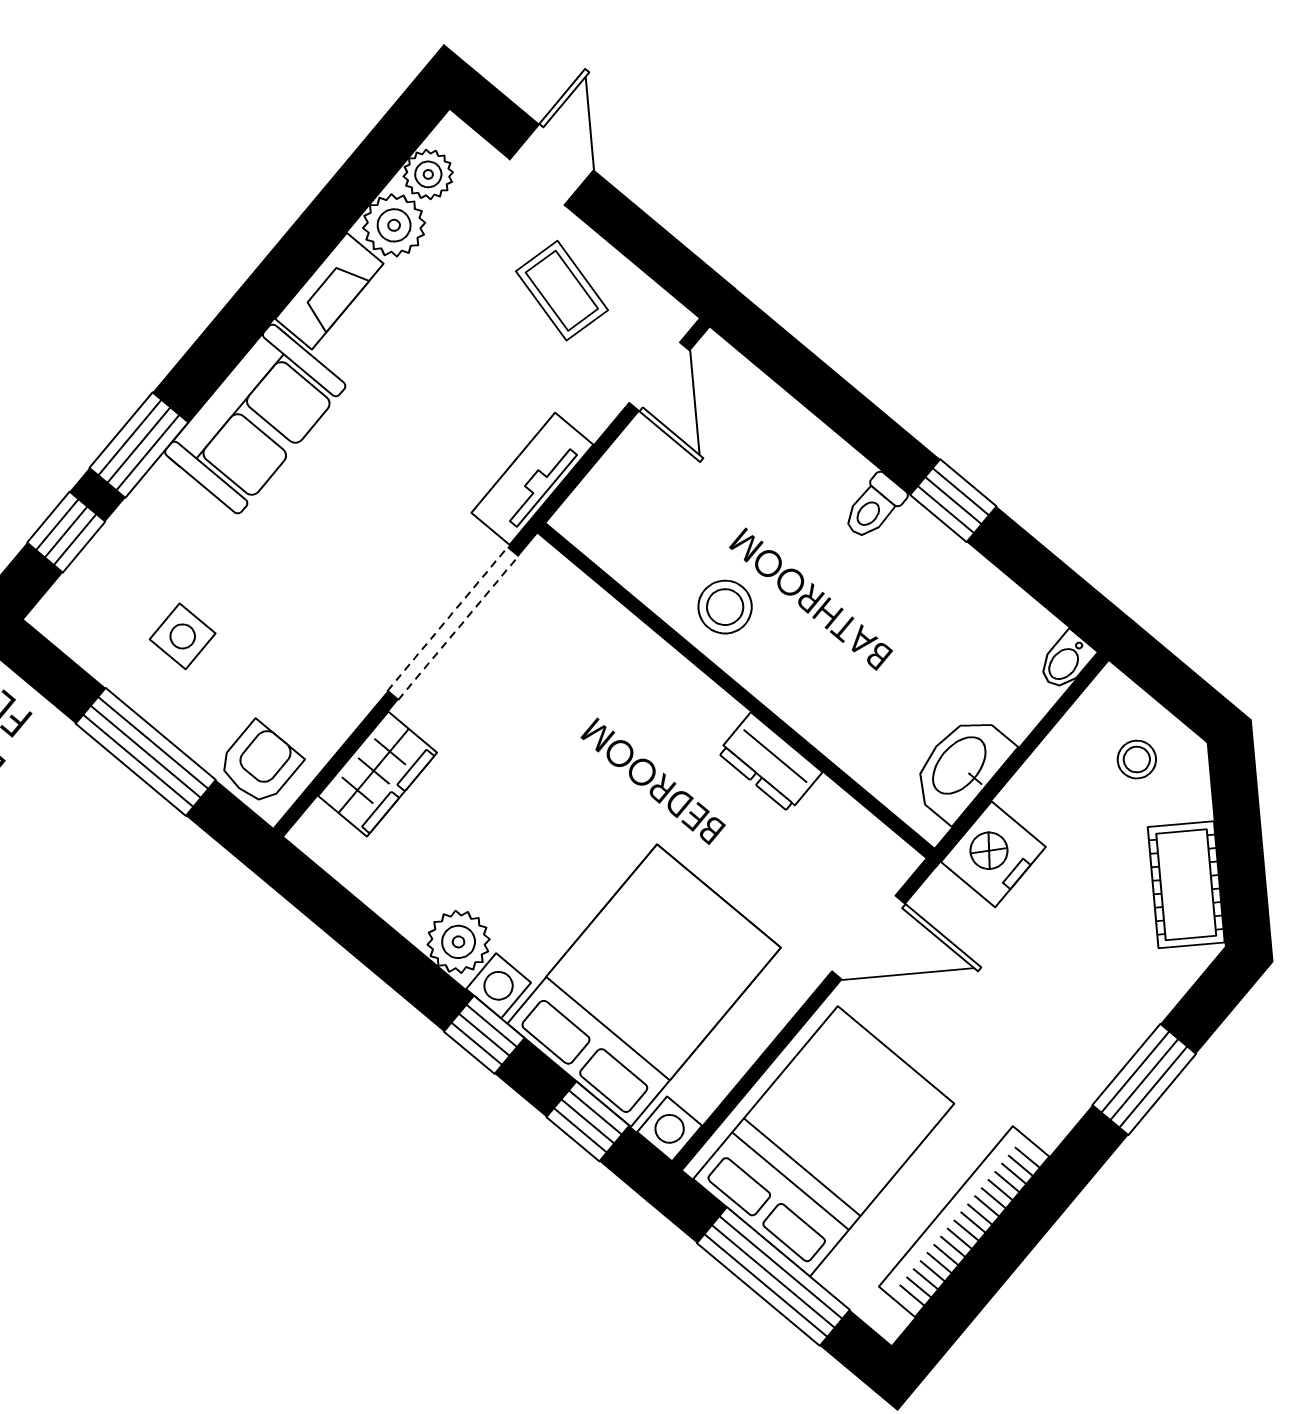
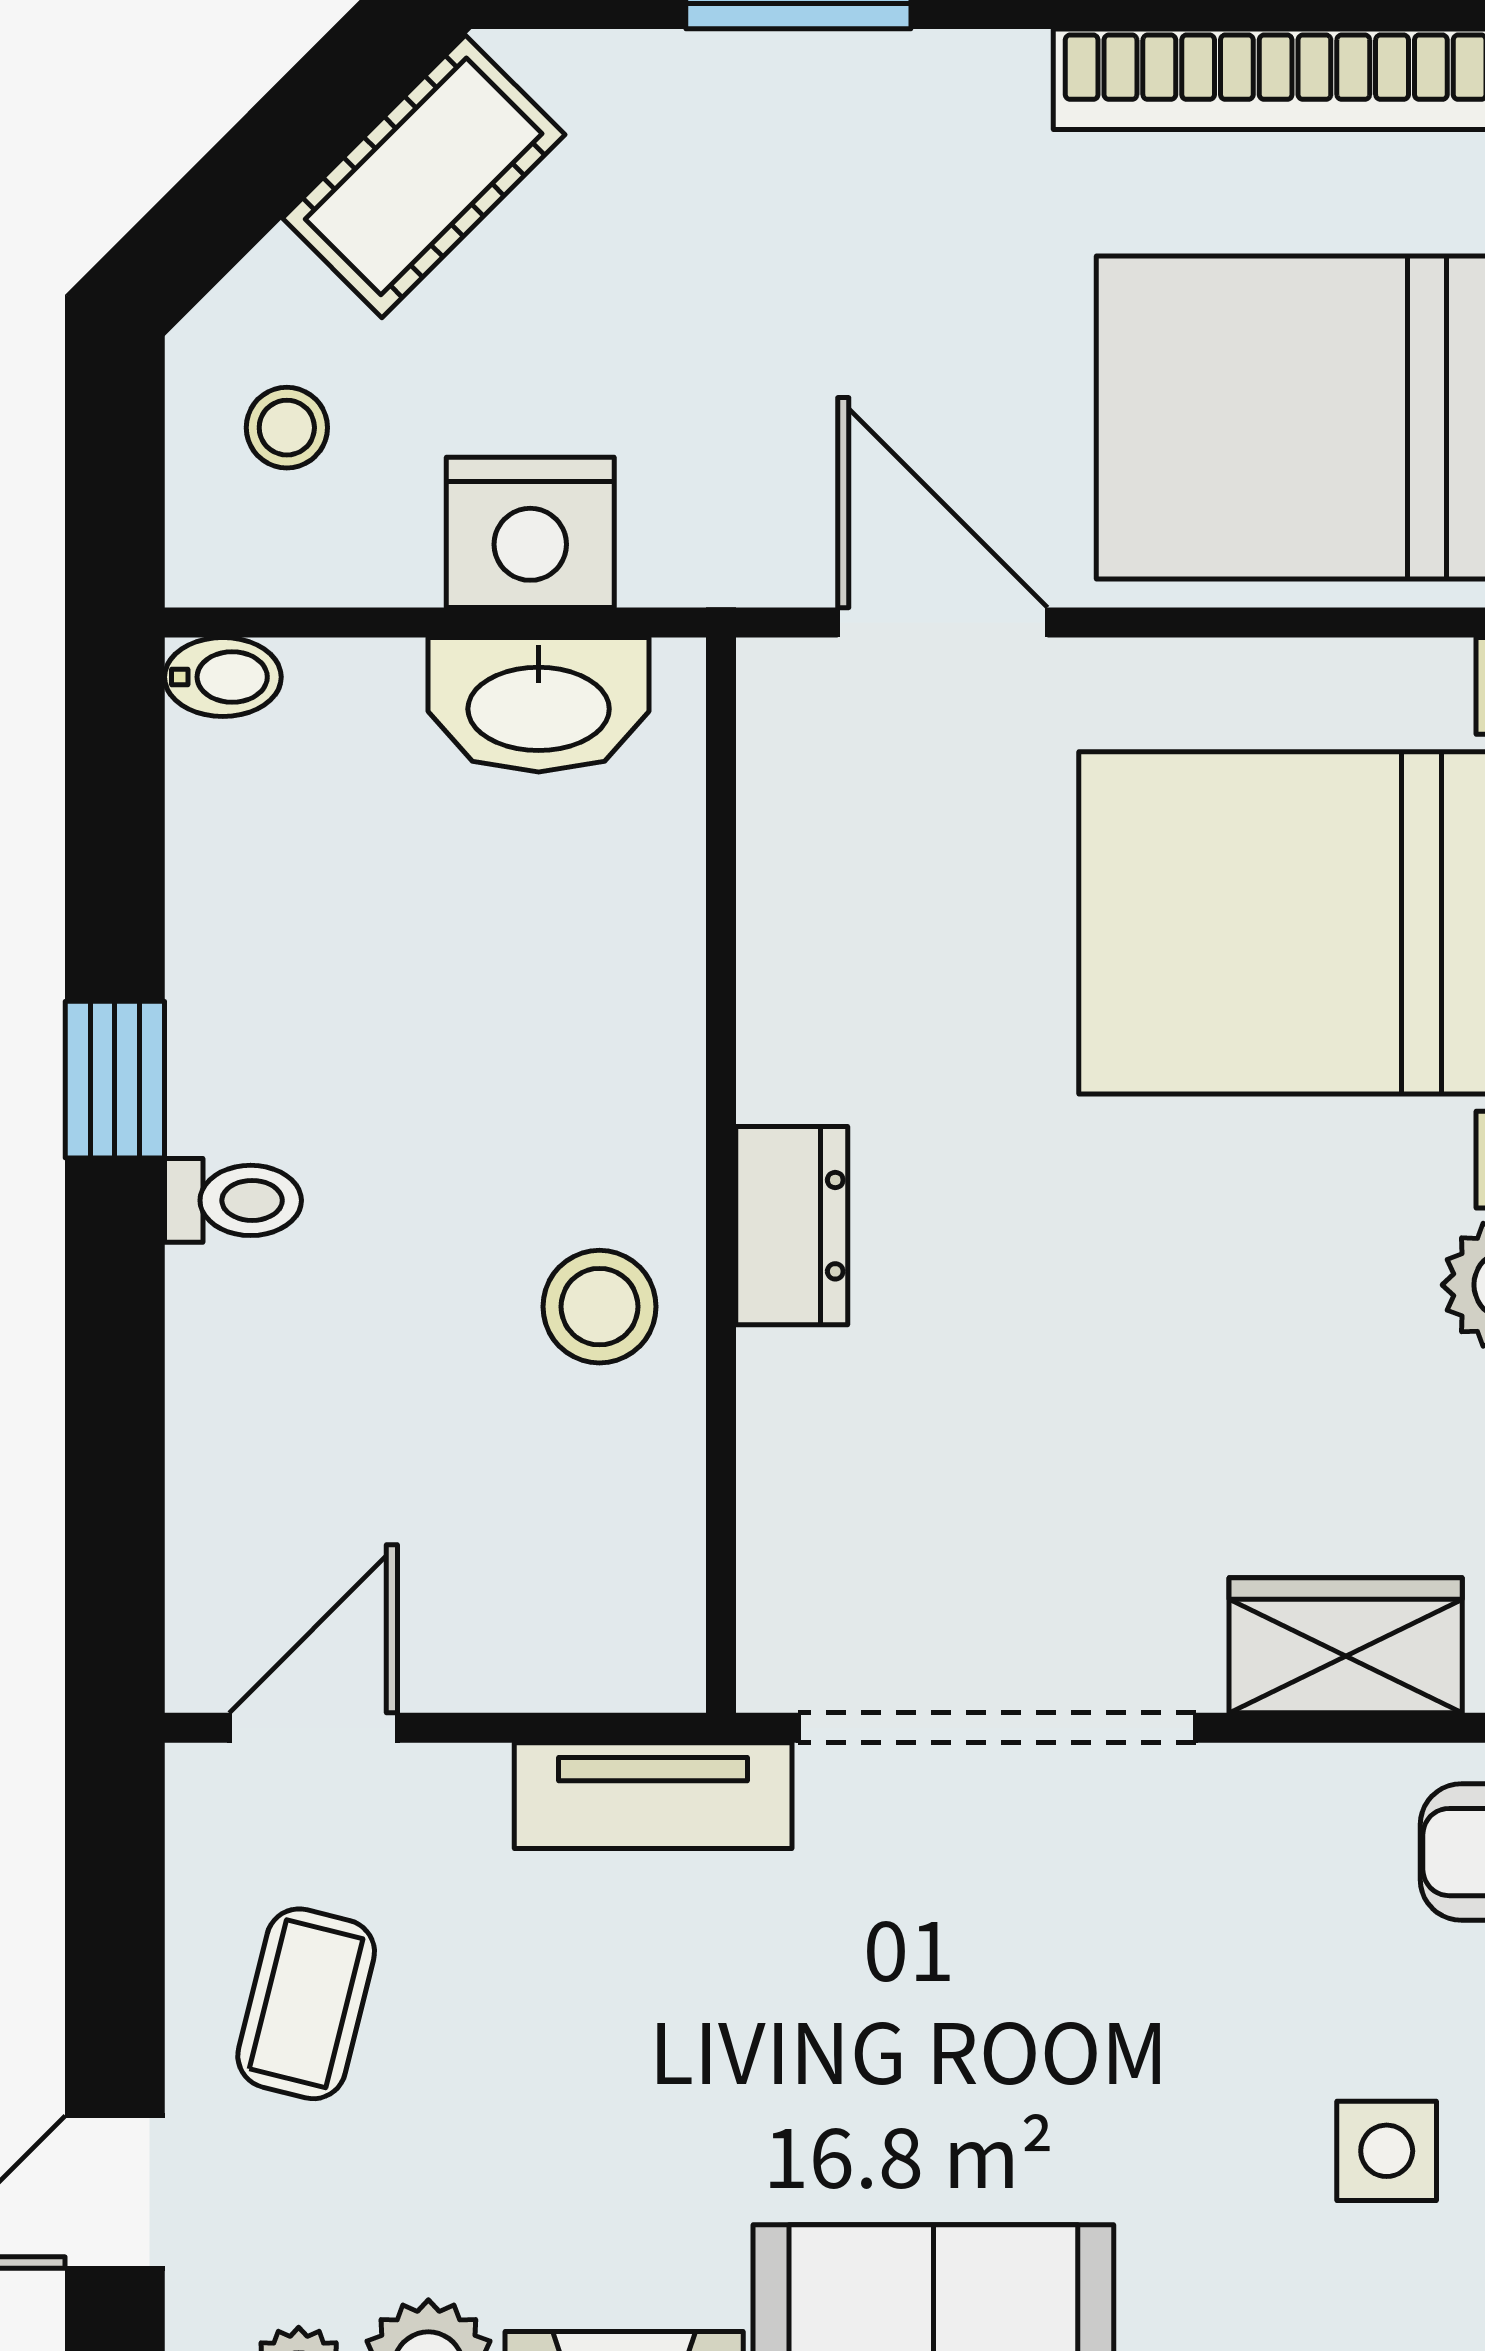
dresser: (770, 762) -> (792, 1226), moved
nightstand: (993, 854) -> (530, 532), moved

